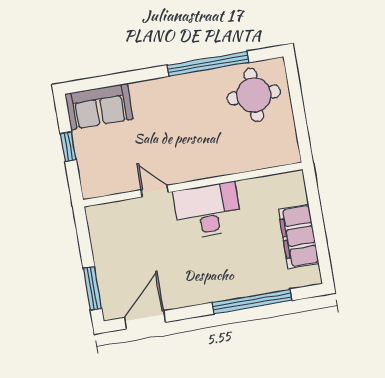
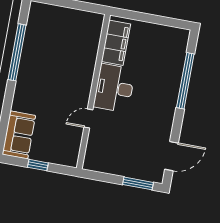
round table: (254, 95) -> (49, 29), removed
filing cabinet: (298, 236) -> (116, 43), moved, turned -90
door: (145, 320) -> (171, 156), swing flipped

